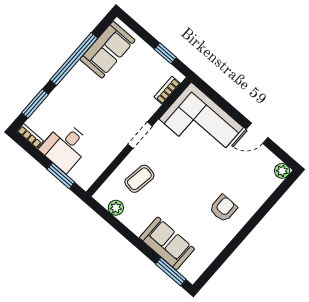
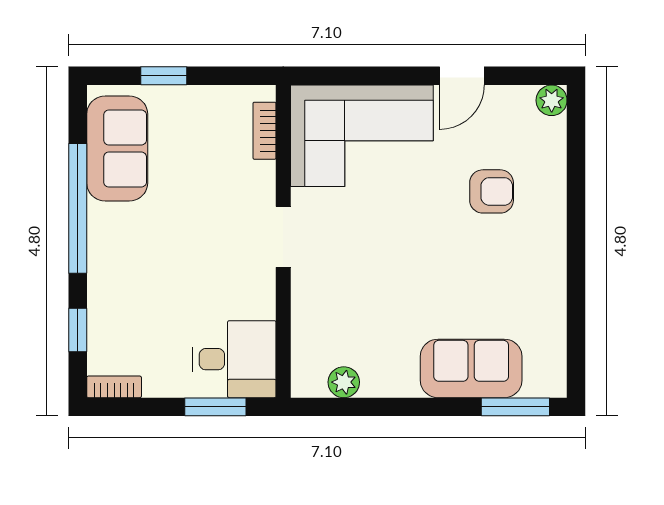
window: (165, 53) -> (164, 76), moved
window: (35, 104) -> (78, 330), width x0.67
desk: (65, 147) -> (234, 359), moved, turned -90
coffee table: (139, 179) -> (341, 305), removed
armchair: (223, 208) -> (492, 191), moved, turned 90

